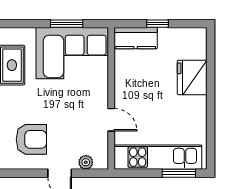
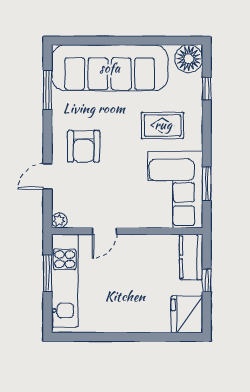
fridge: (192, 77) -> (187, 314), moved, turned -90
plant: (86, 162) -> (59, 220), moved
window: (179, 173) -> (47, 273), moved

